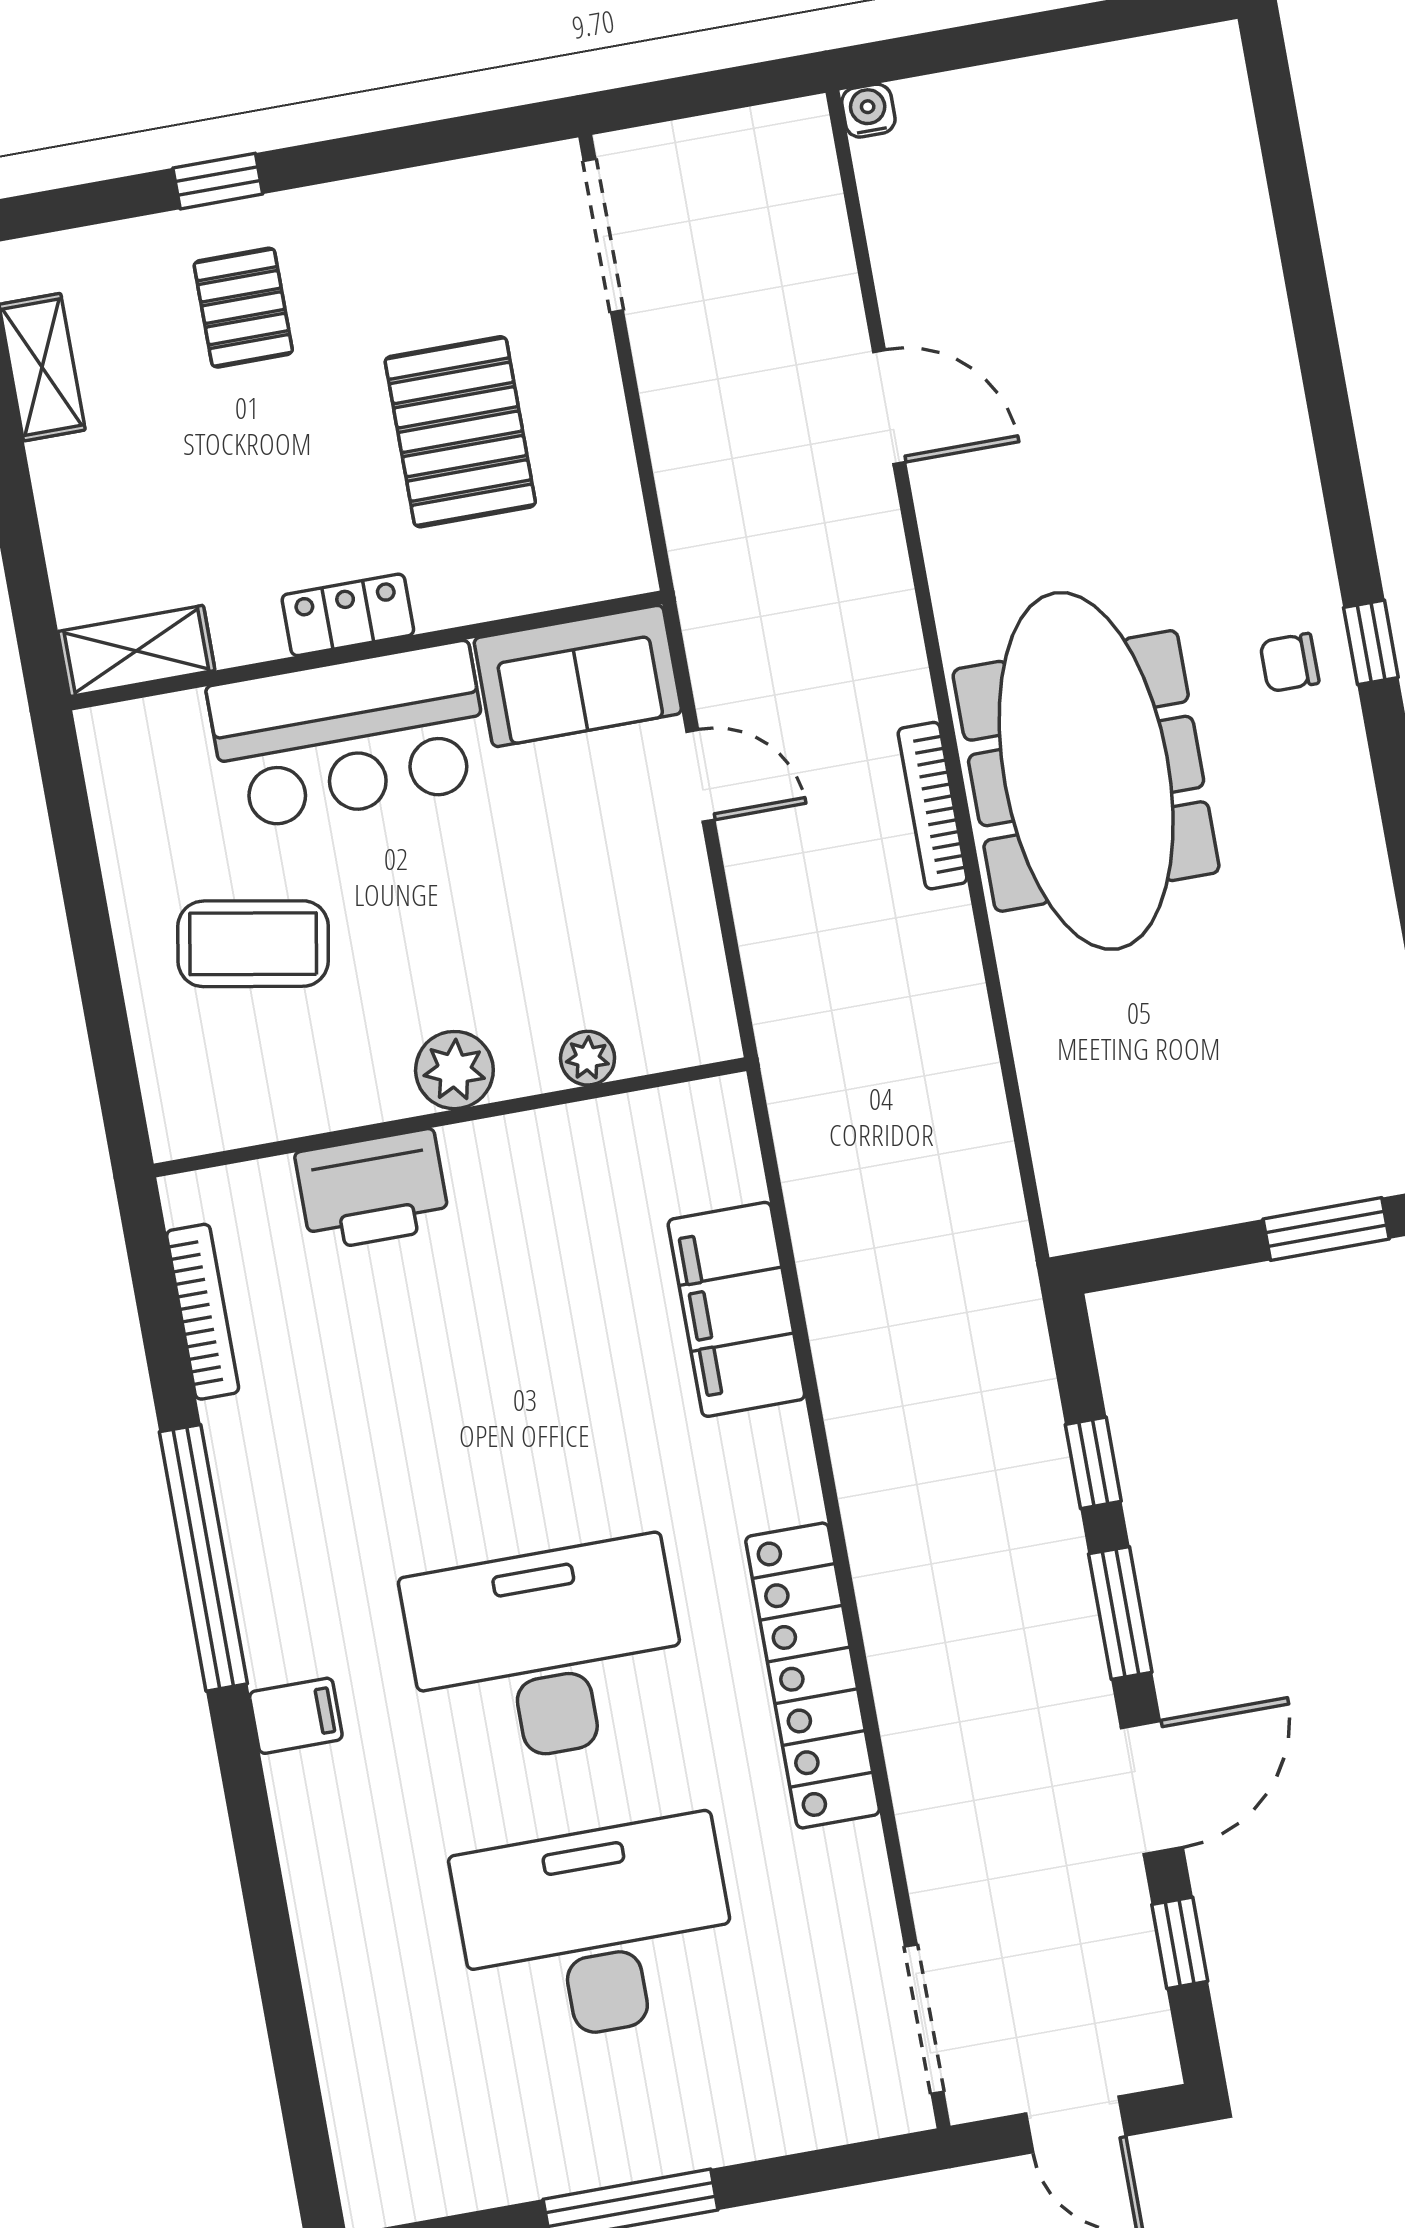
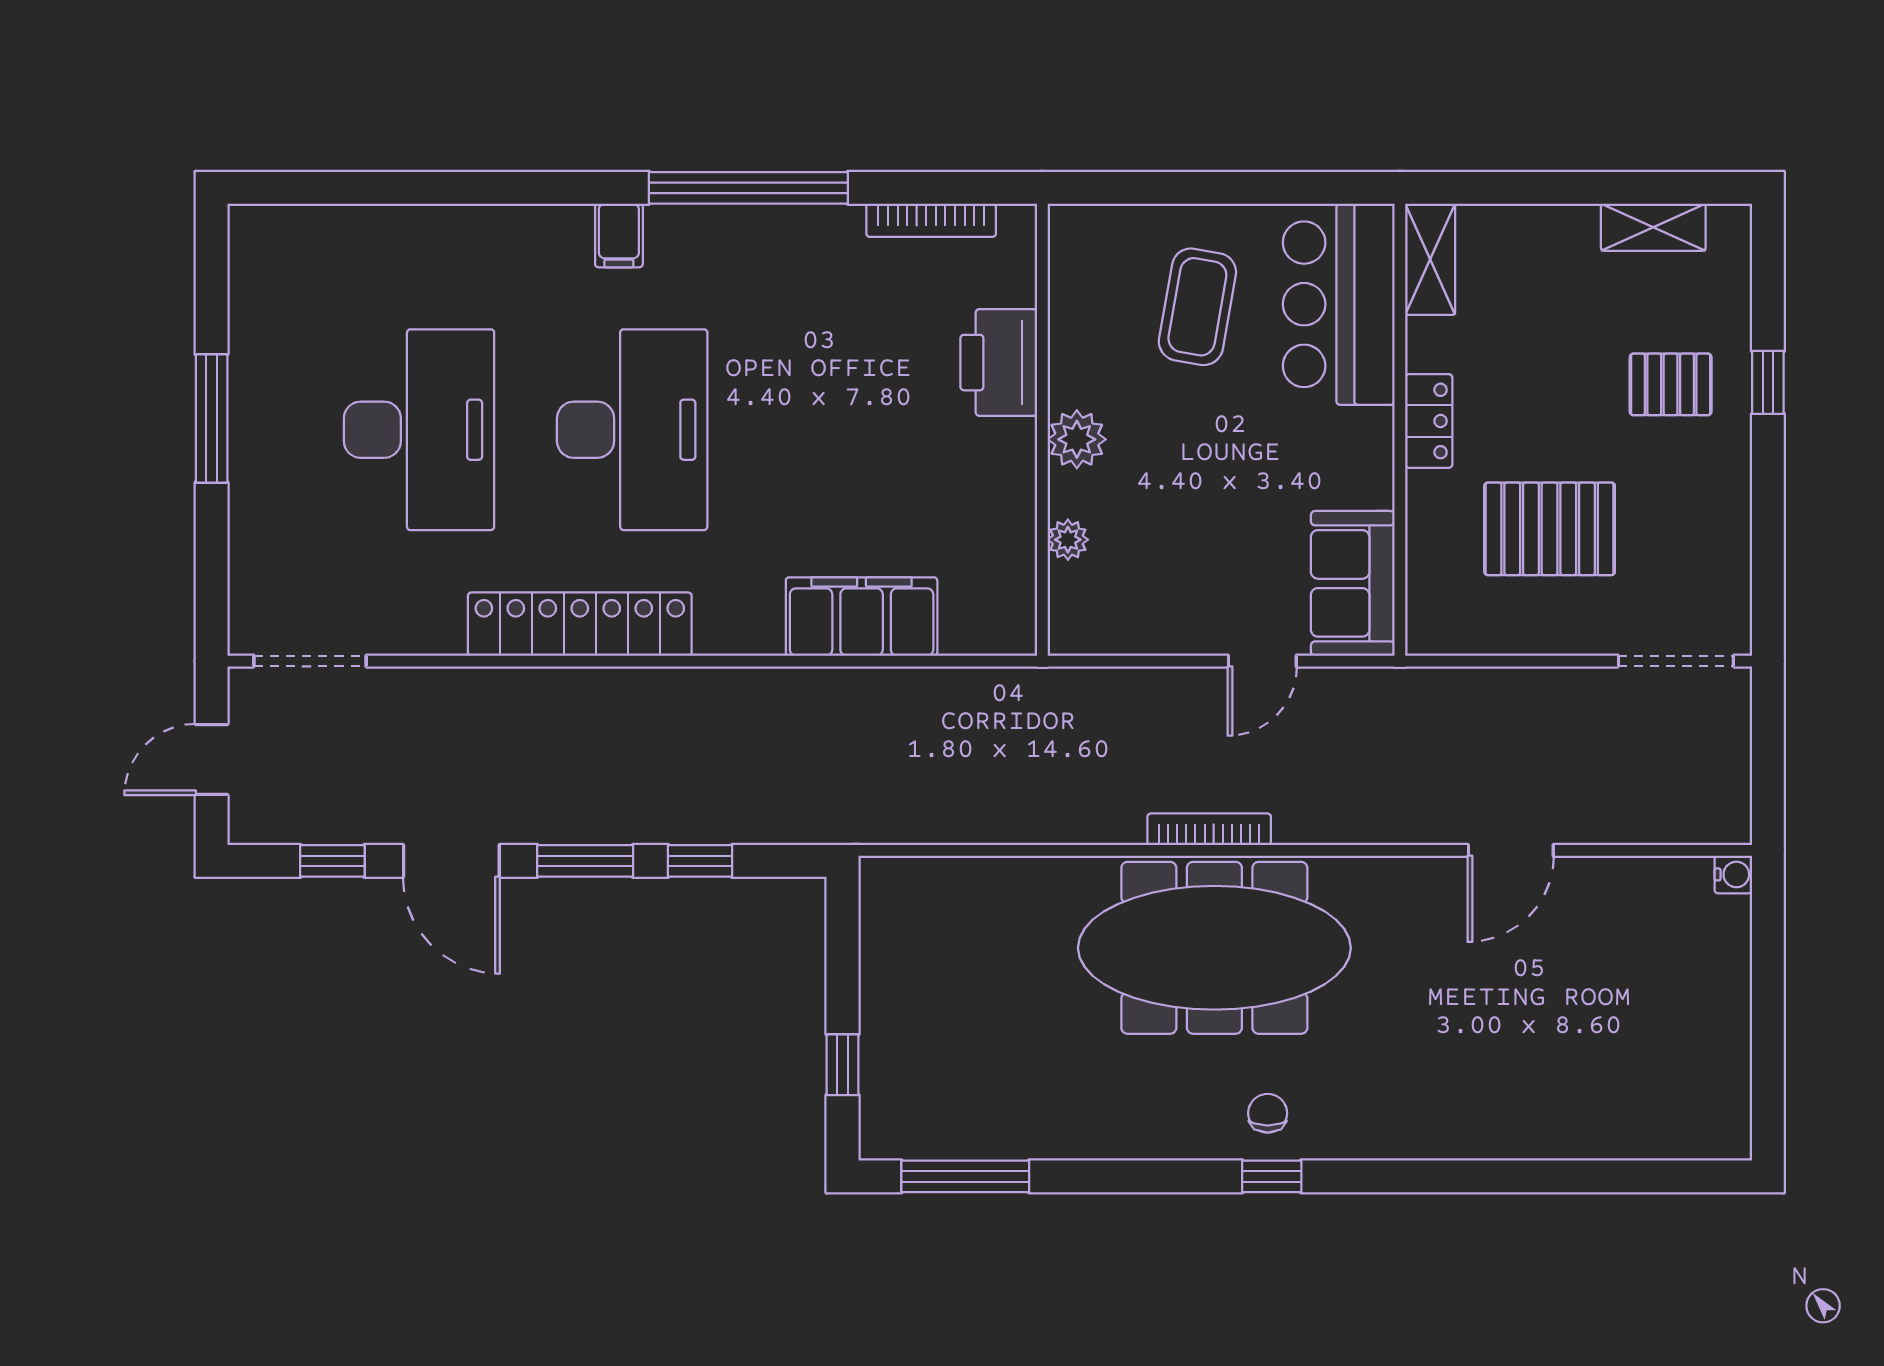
bar counter: (350, 736) -> (1339, 304), moved
window: (1326, 1229) -> (843, 1065), width x0.67

